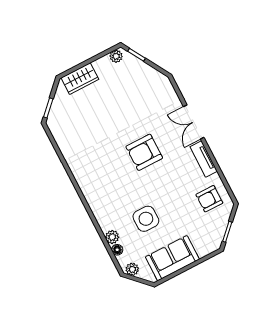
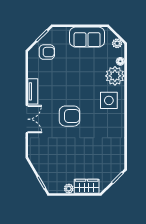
plant: (116, 56) -> (69, 189), moved
armchair: (209, 199) -> (47, 52), moved
side table: (146, 219) -> (109, 100), moved
plant: (112, 237) -> (115, 76), width x1.87, depth x1.87

